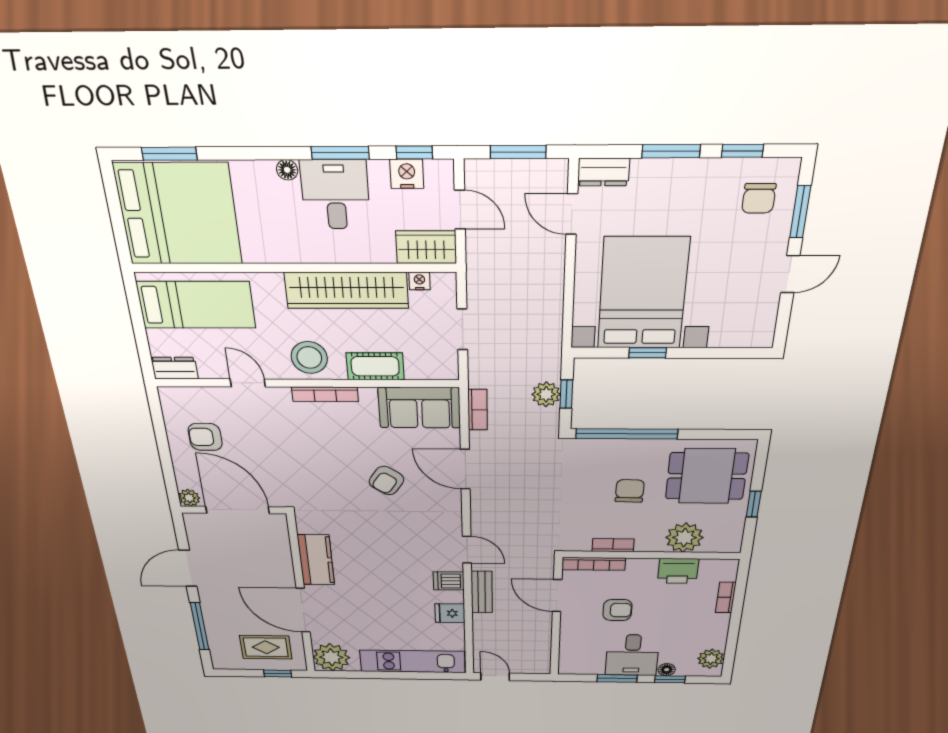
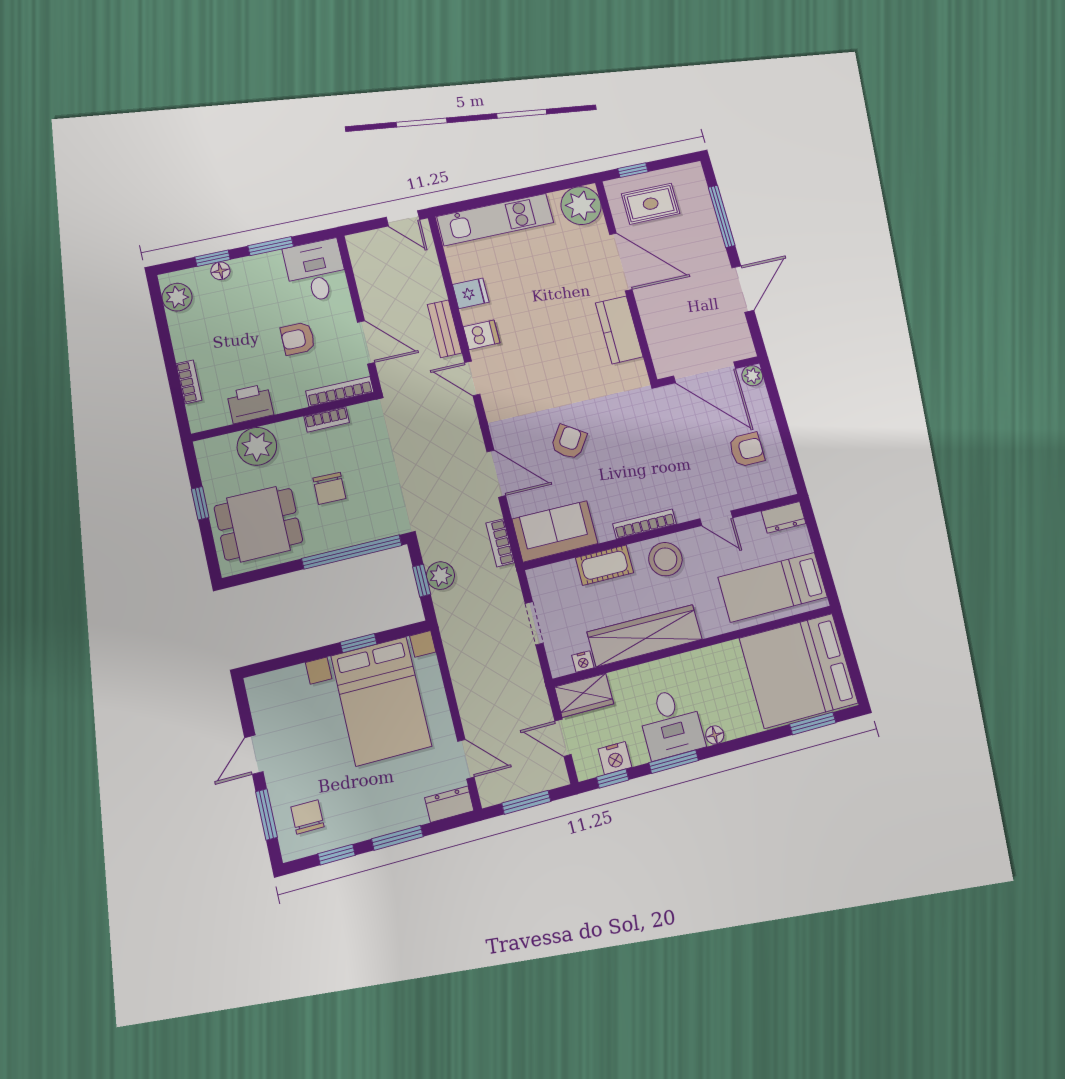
desk: (632, 655) -> (316, 271), moved

